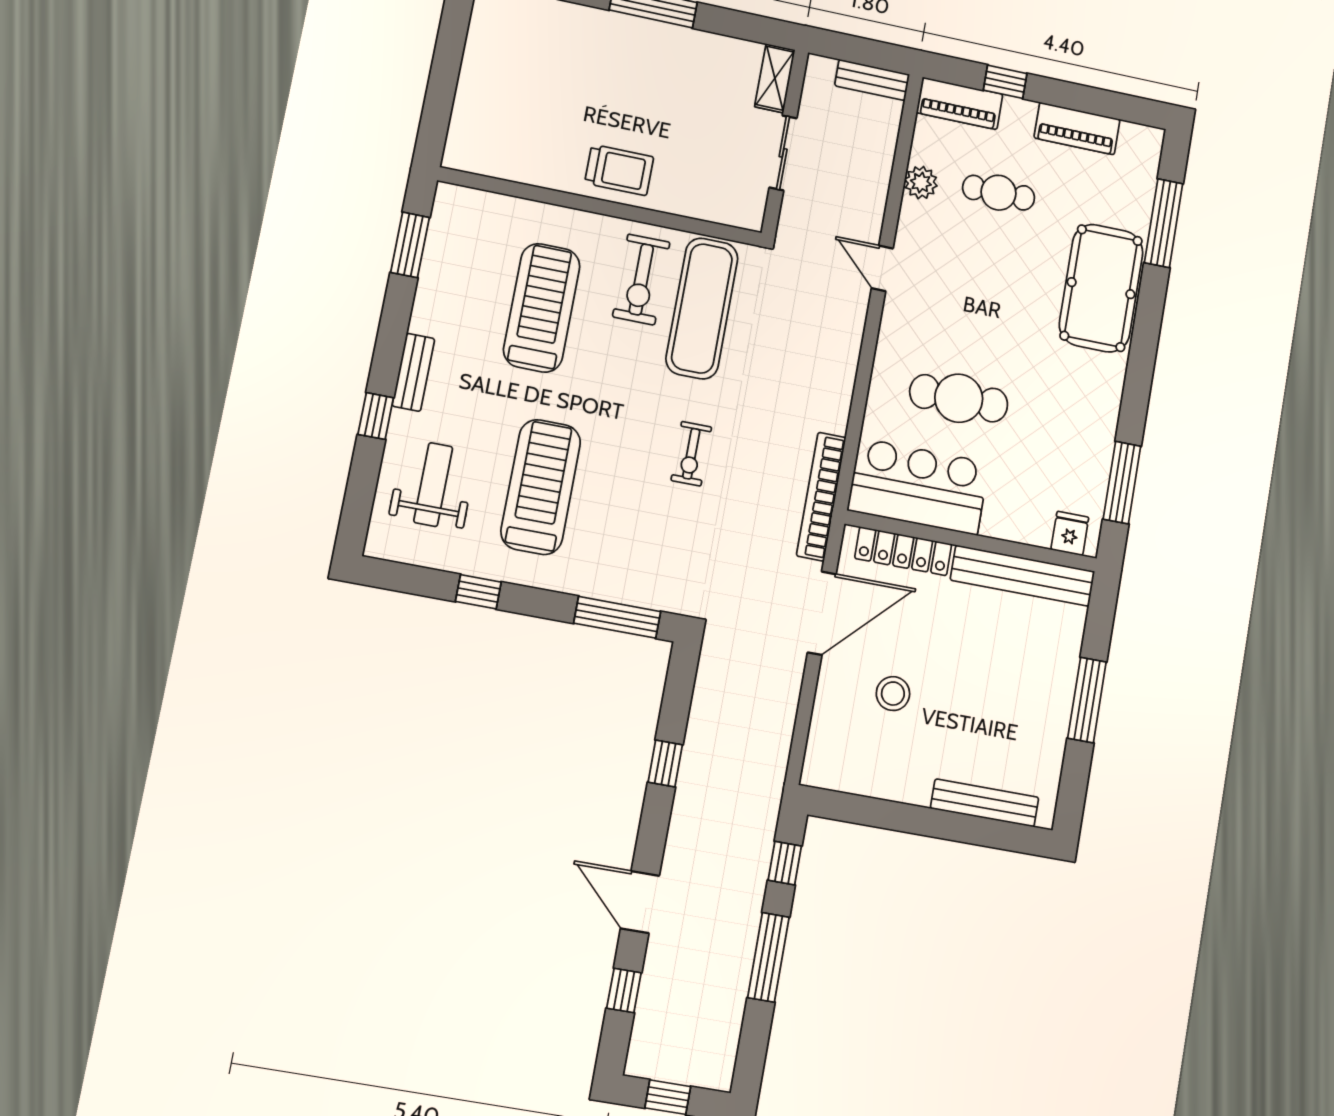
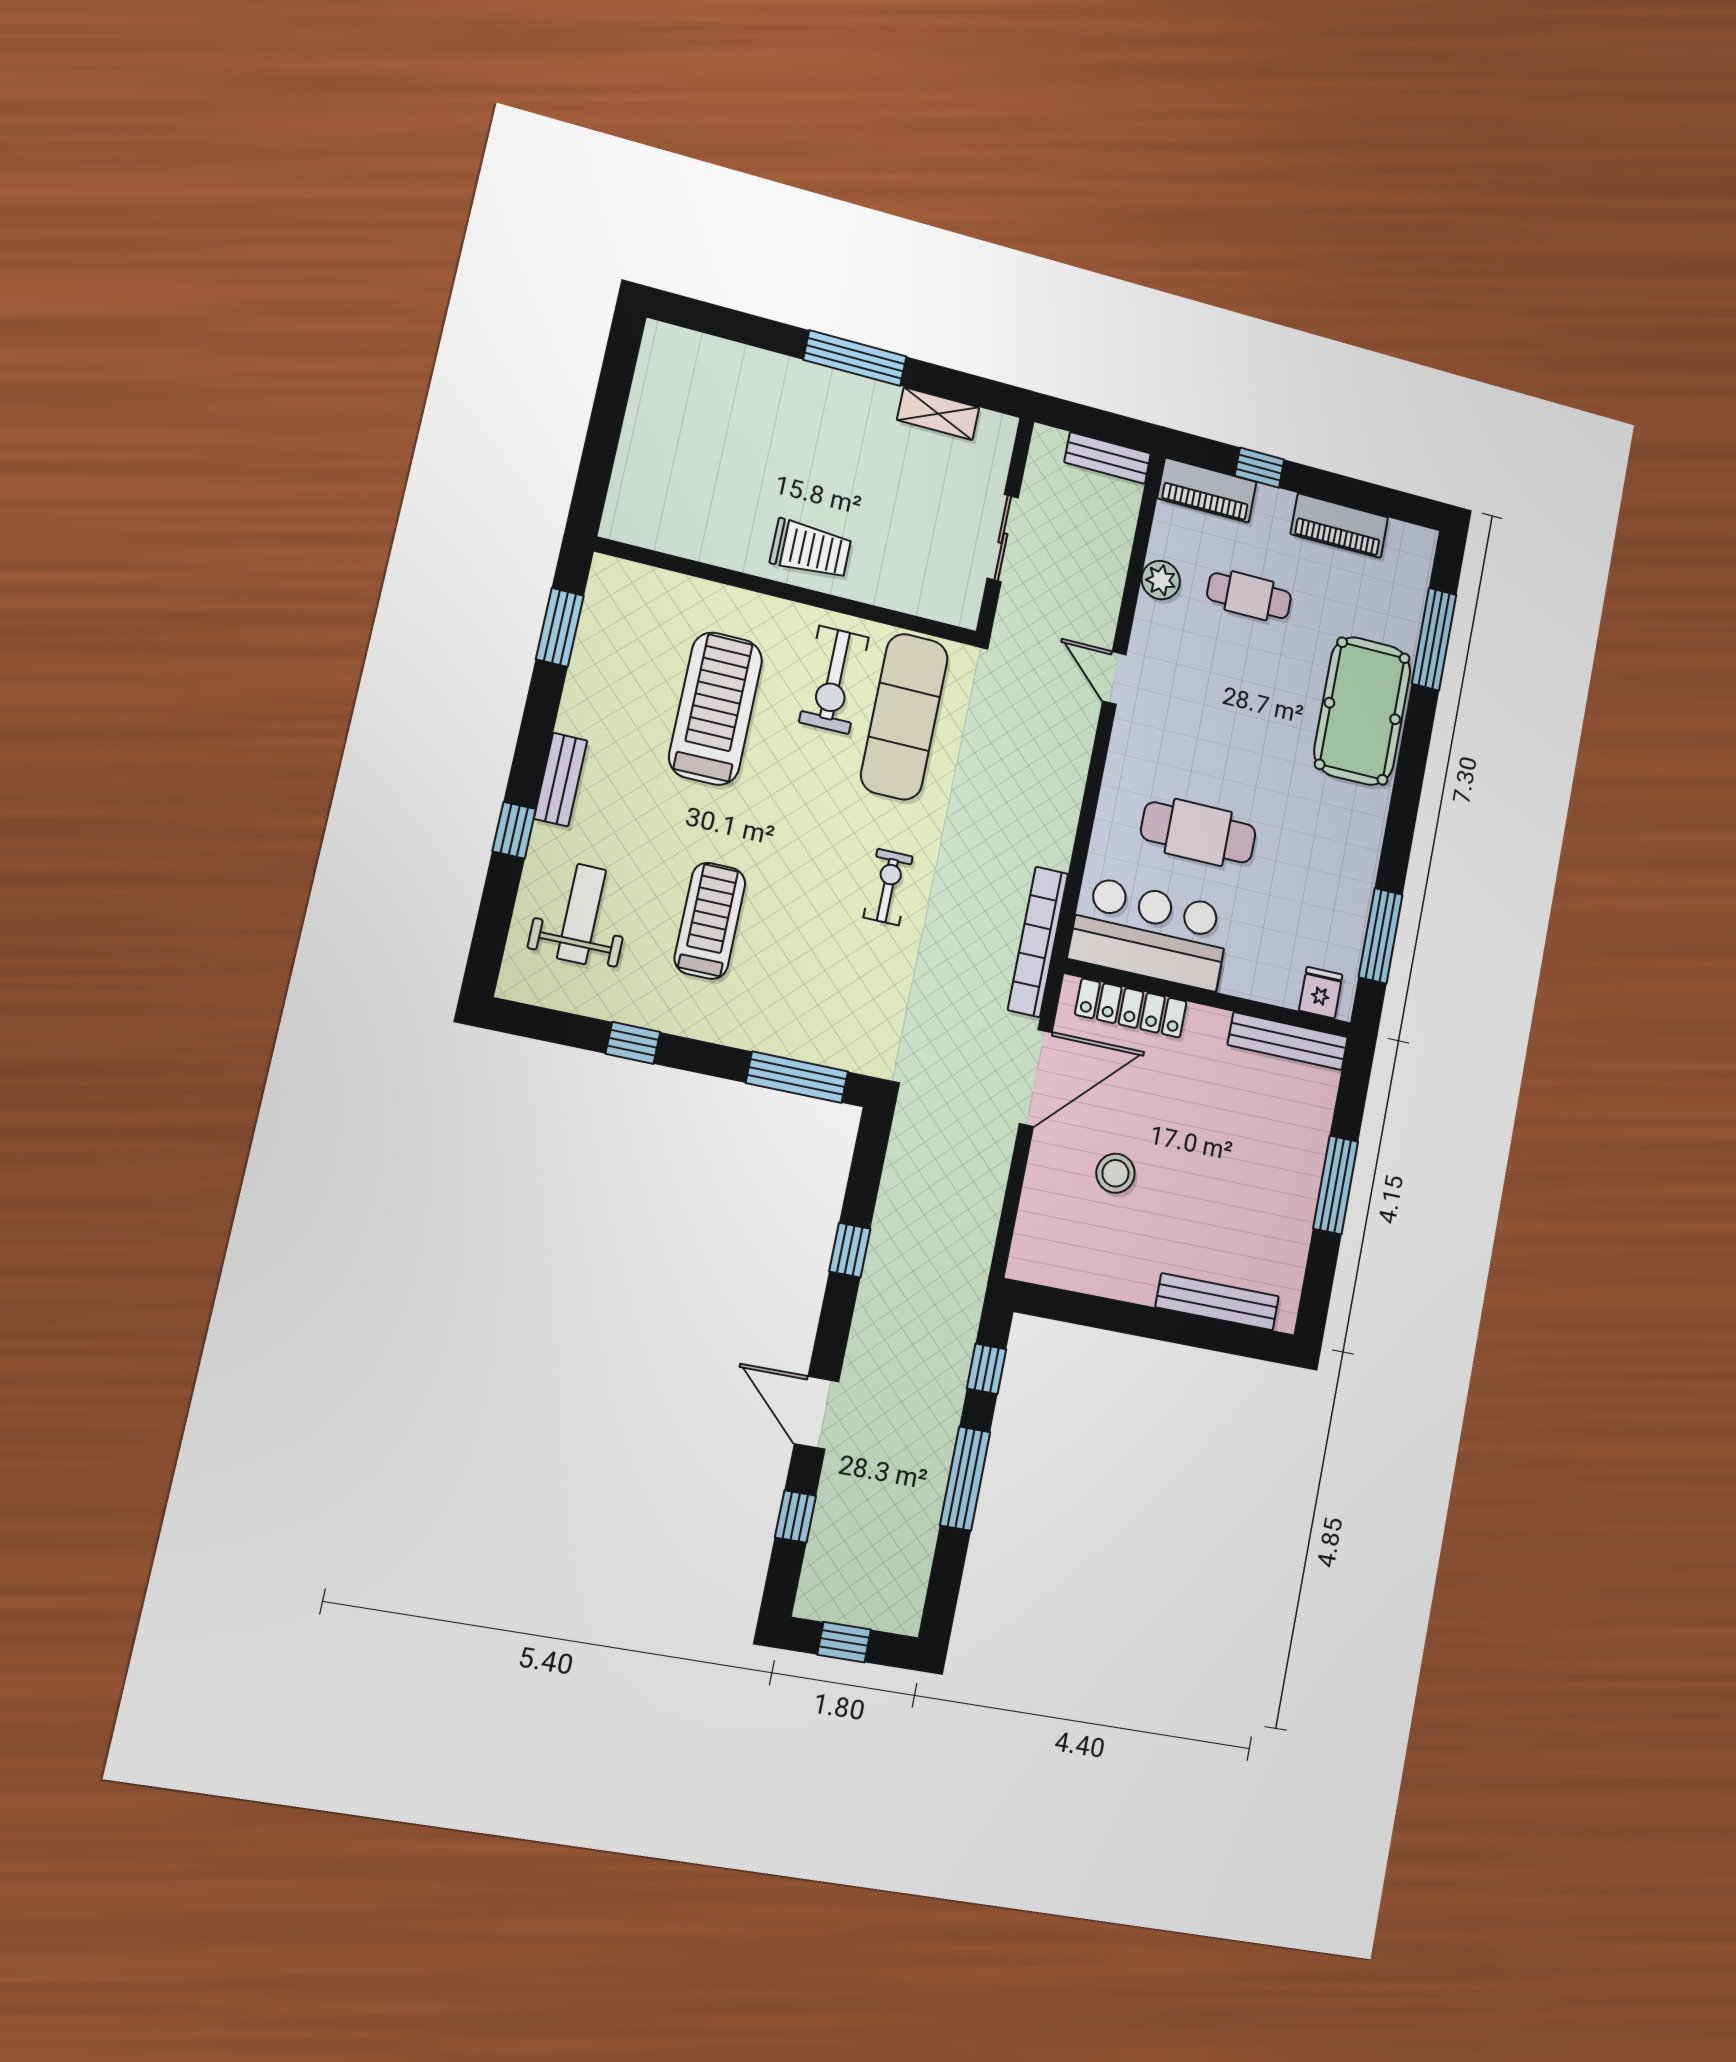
shelving: (775, 78) -> (938, 414), moved, turned 90
exercise bike: (691, 454) -> (888, 887), turned 180
treadmill: (541, 487) -> (710, 921), width x0.73, depth x0.73
bench: (1023, 576) -> (1288, 1041), width x0.73, depth x0.82

